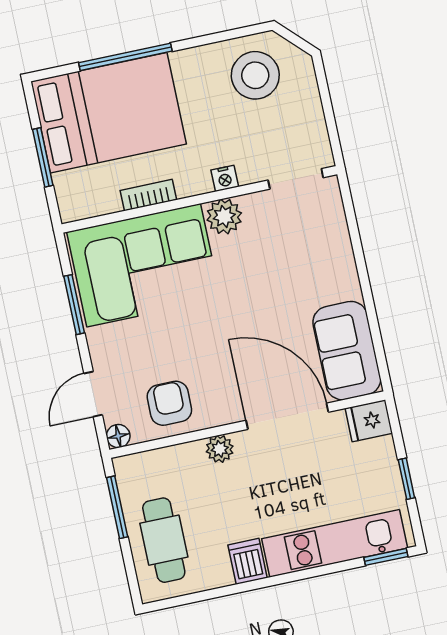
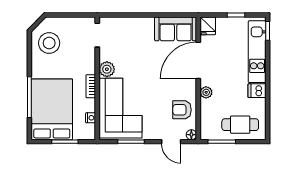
nightstand: (225, 178) -> (91, 118), moved
bookcase: (148, 195) -> (91, 86), moved

